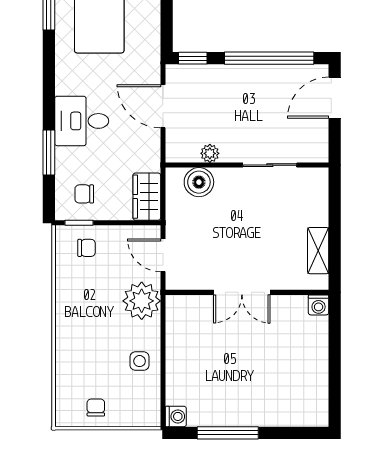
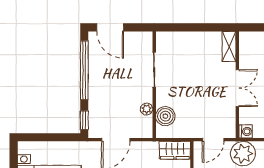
shelving: (318, 251) -> (229, 47), moved, turned 90
washing machine: (319, 305) -> (246, 131), moved

